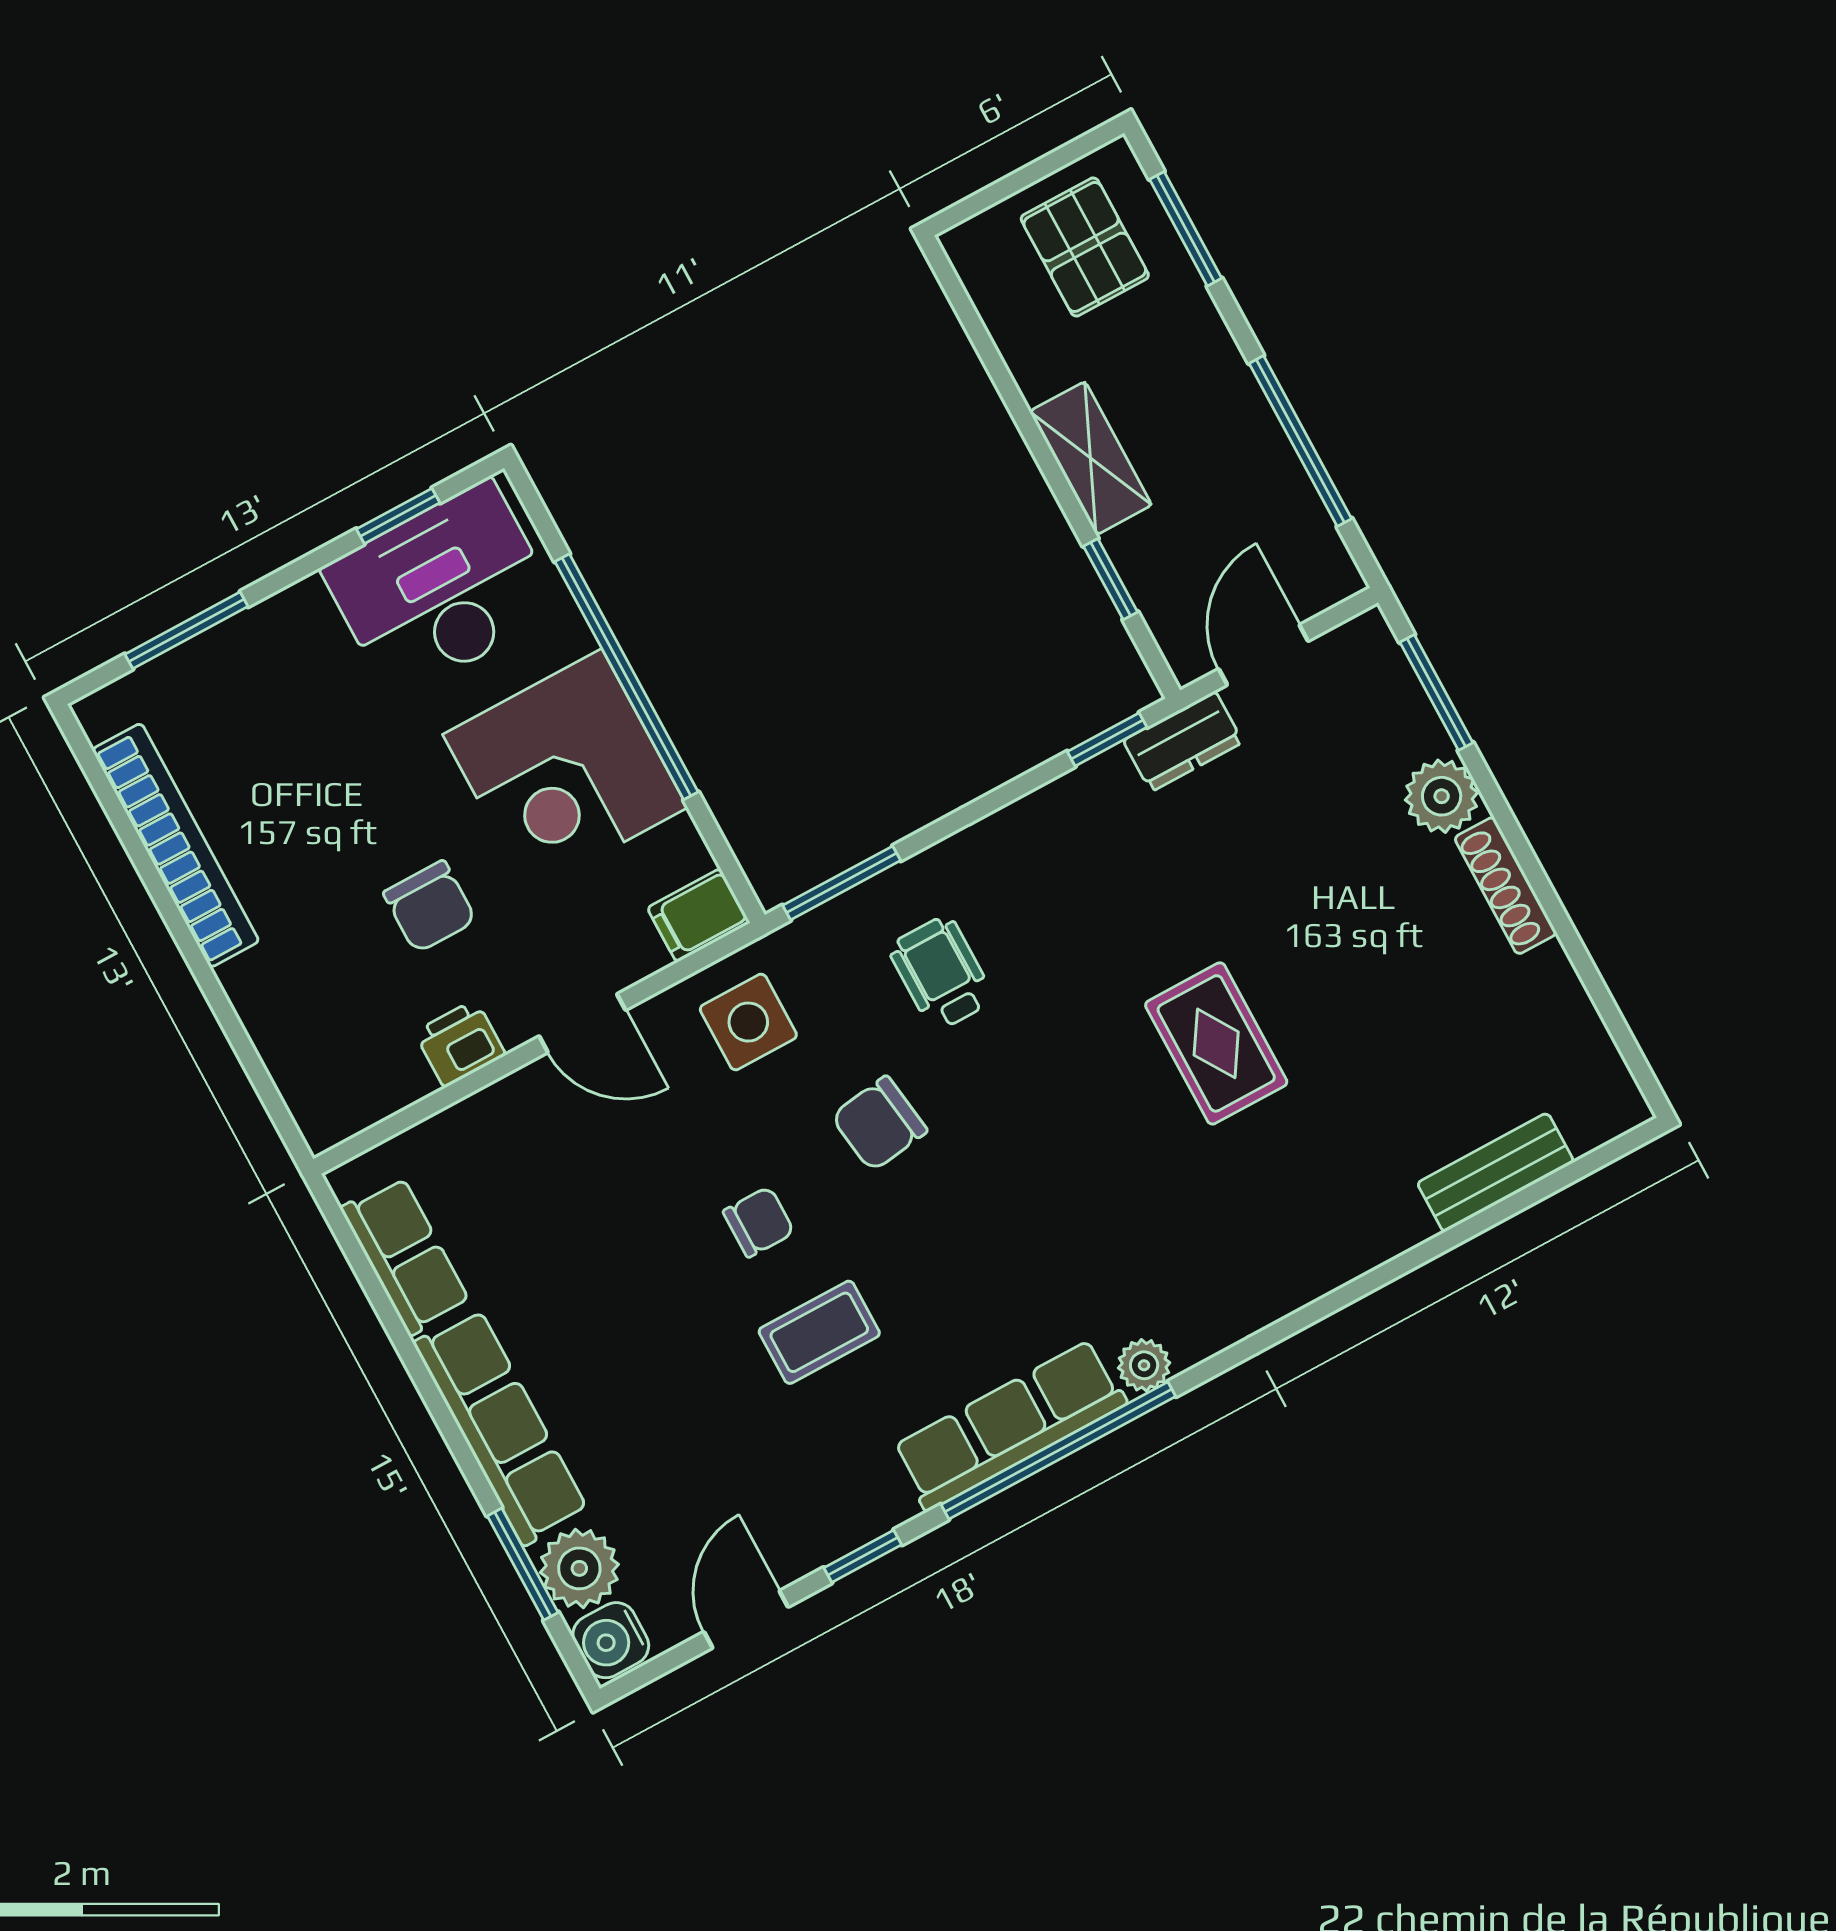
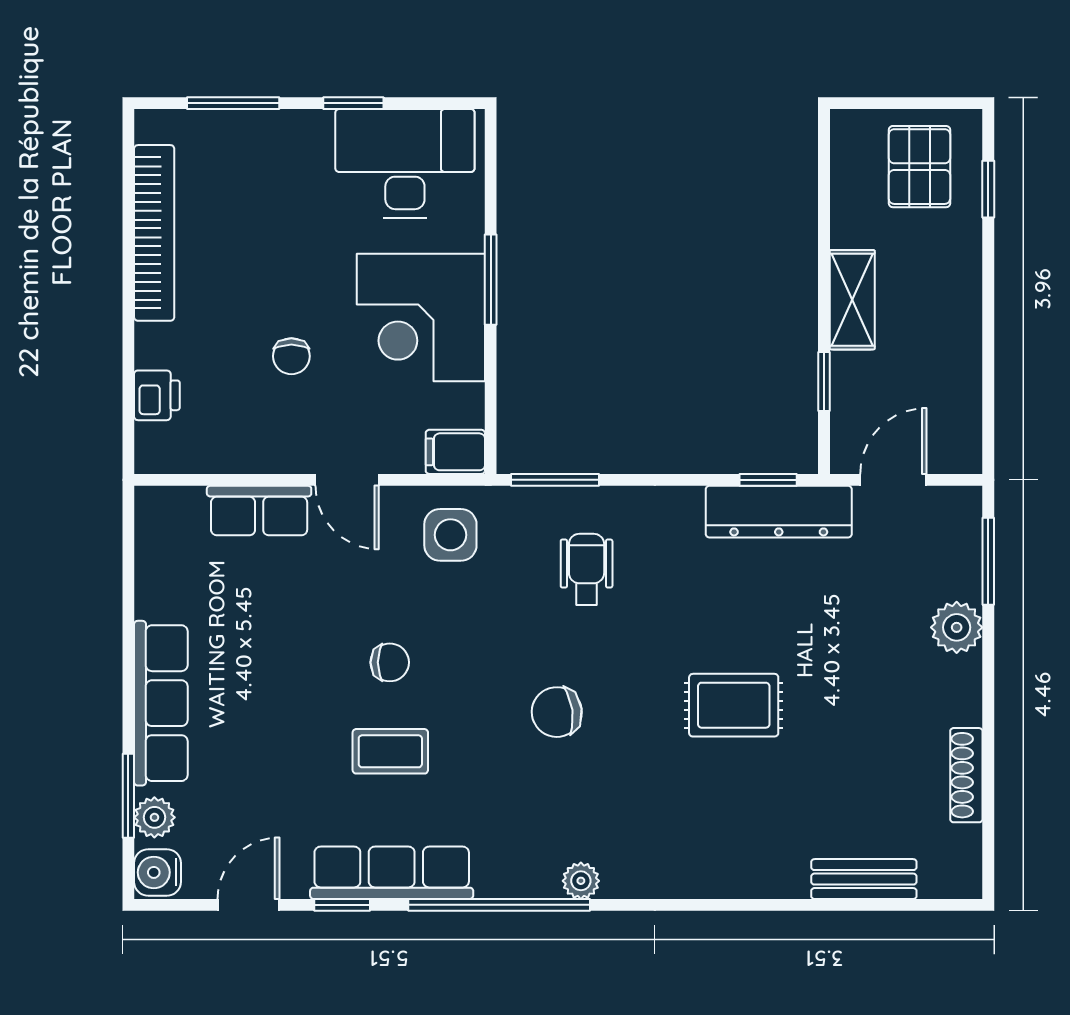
window: (1186, 229) -> (988, 189), width x0.67
window: (1300, 441) -> (988, 359), removed
window: (398, 516) -> (353, 103), moved
window: (627, 677) -> (491, 280), width x0.47
dresser: (1183, 741) -> (779, 512), width x1.96, depth x1.24
shoe rack: (1506, 886) -> (966, 775), moved
chair: (430, 907) -> (291, 356), width x0.73, depth x0.73
printer: (460, 1043) -> (157, 395), moved, turned 90
rug: (1216, 1043) -> (734, 705), turned 90
chair: (879, 1124) -> (557, 712), moved
row of seats: (405, 1256) -> (259, 511), moved, turned 90
row of seats: (1009, 1425) -> (392, 873), moved
plant: (579, 1568) -> (154, 817), width x0.73, depth x0.73

